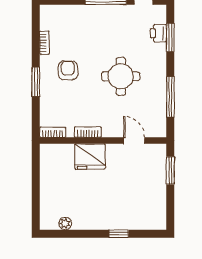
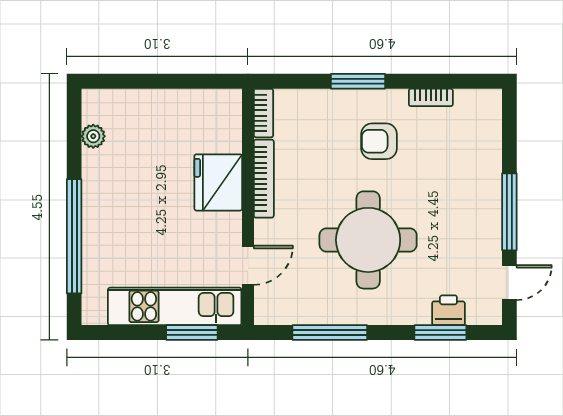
armchair: (68, 70) -> (379, 141), turned 180
round table: (121, 76) -> (368, 240), width x1.36, depth x1.36
bookcase: (88, 132) -> (264, 179), width x1.56
kitchen unit: (156, 180) -> (175, 306), added
window: (119, 234) -> (74, 236), width x3.17

